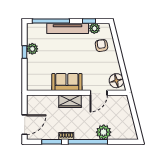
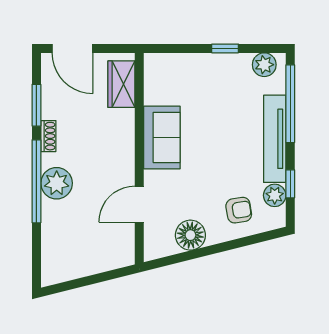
plant: (32, 49) -> (264, 65), moved
floor lamp: (116, 81) -> (190, 235), moved
door: (99, 93) -> (139, 204), hinge flipped
wardrobe: (70, 101) -> (121, 84), moved
plant: (104, 132) -> (57, 183), moved

